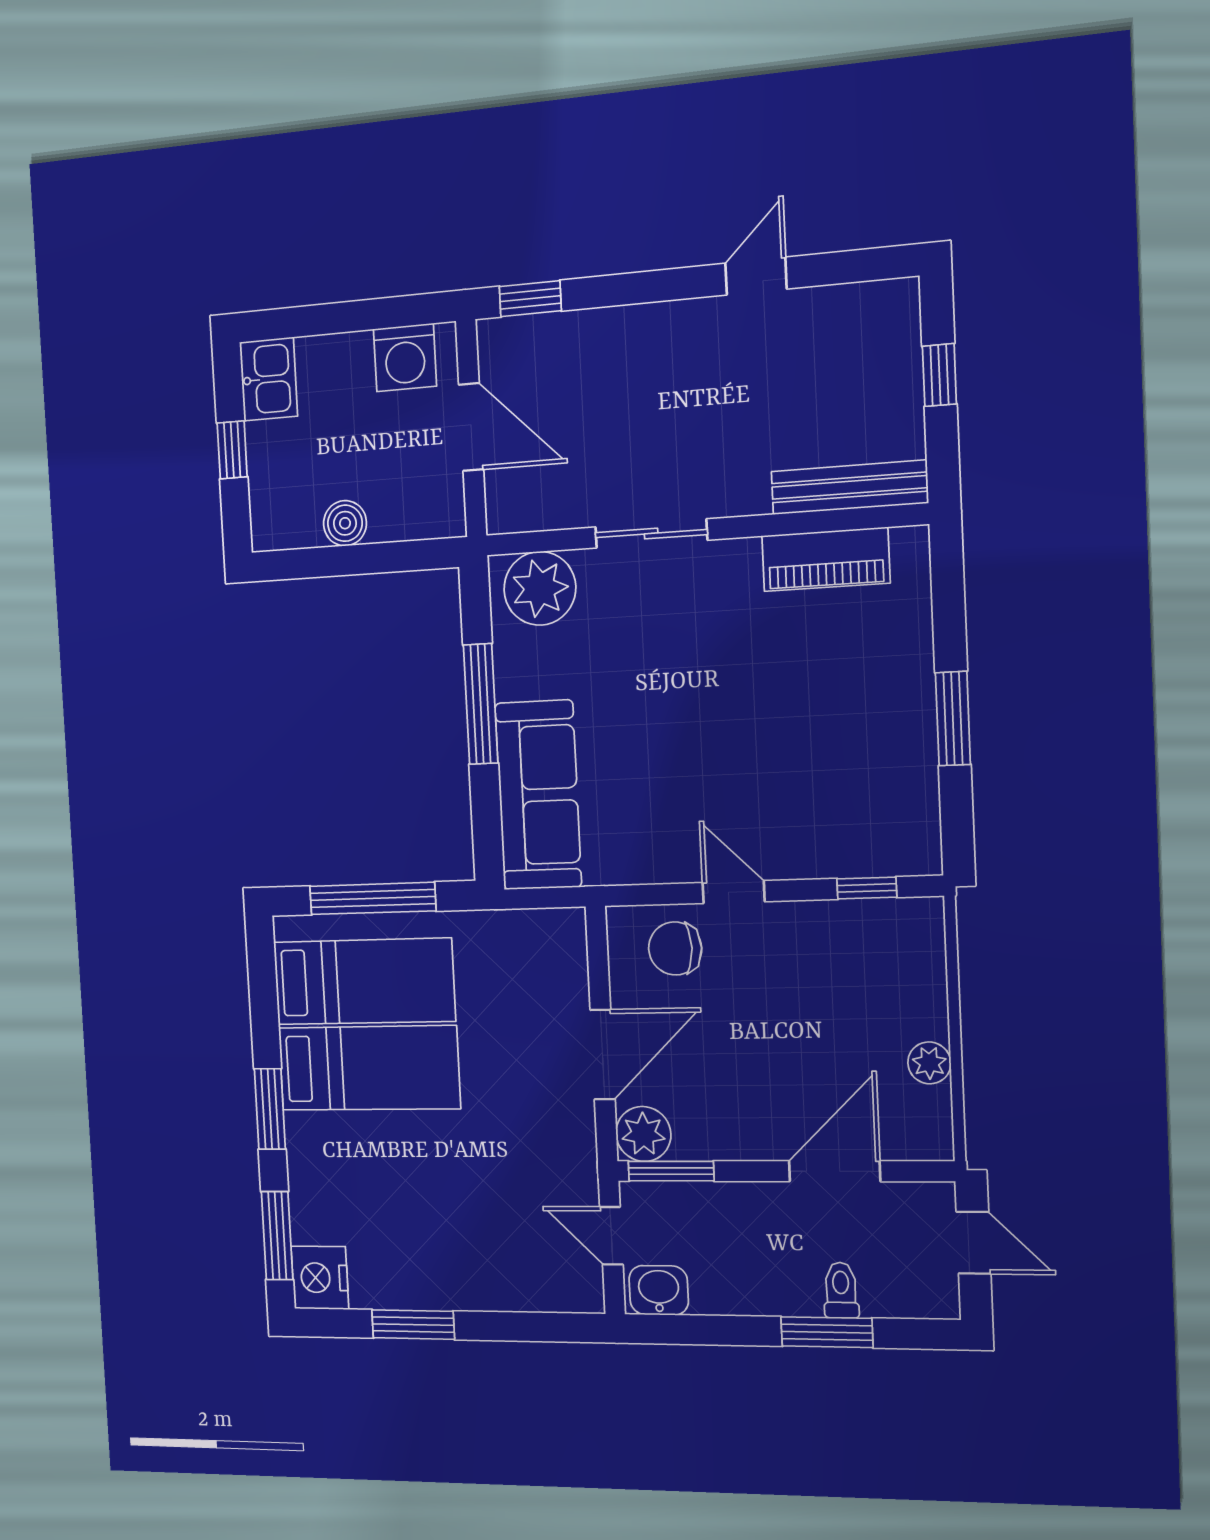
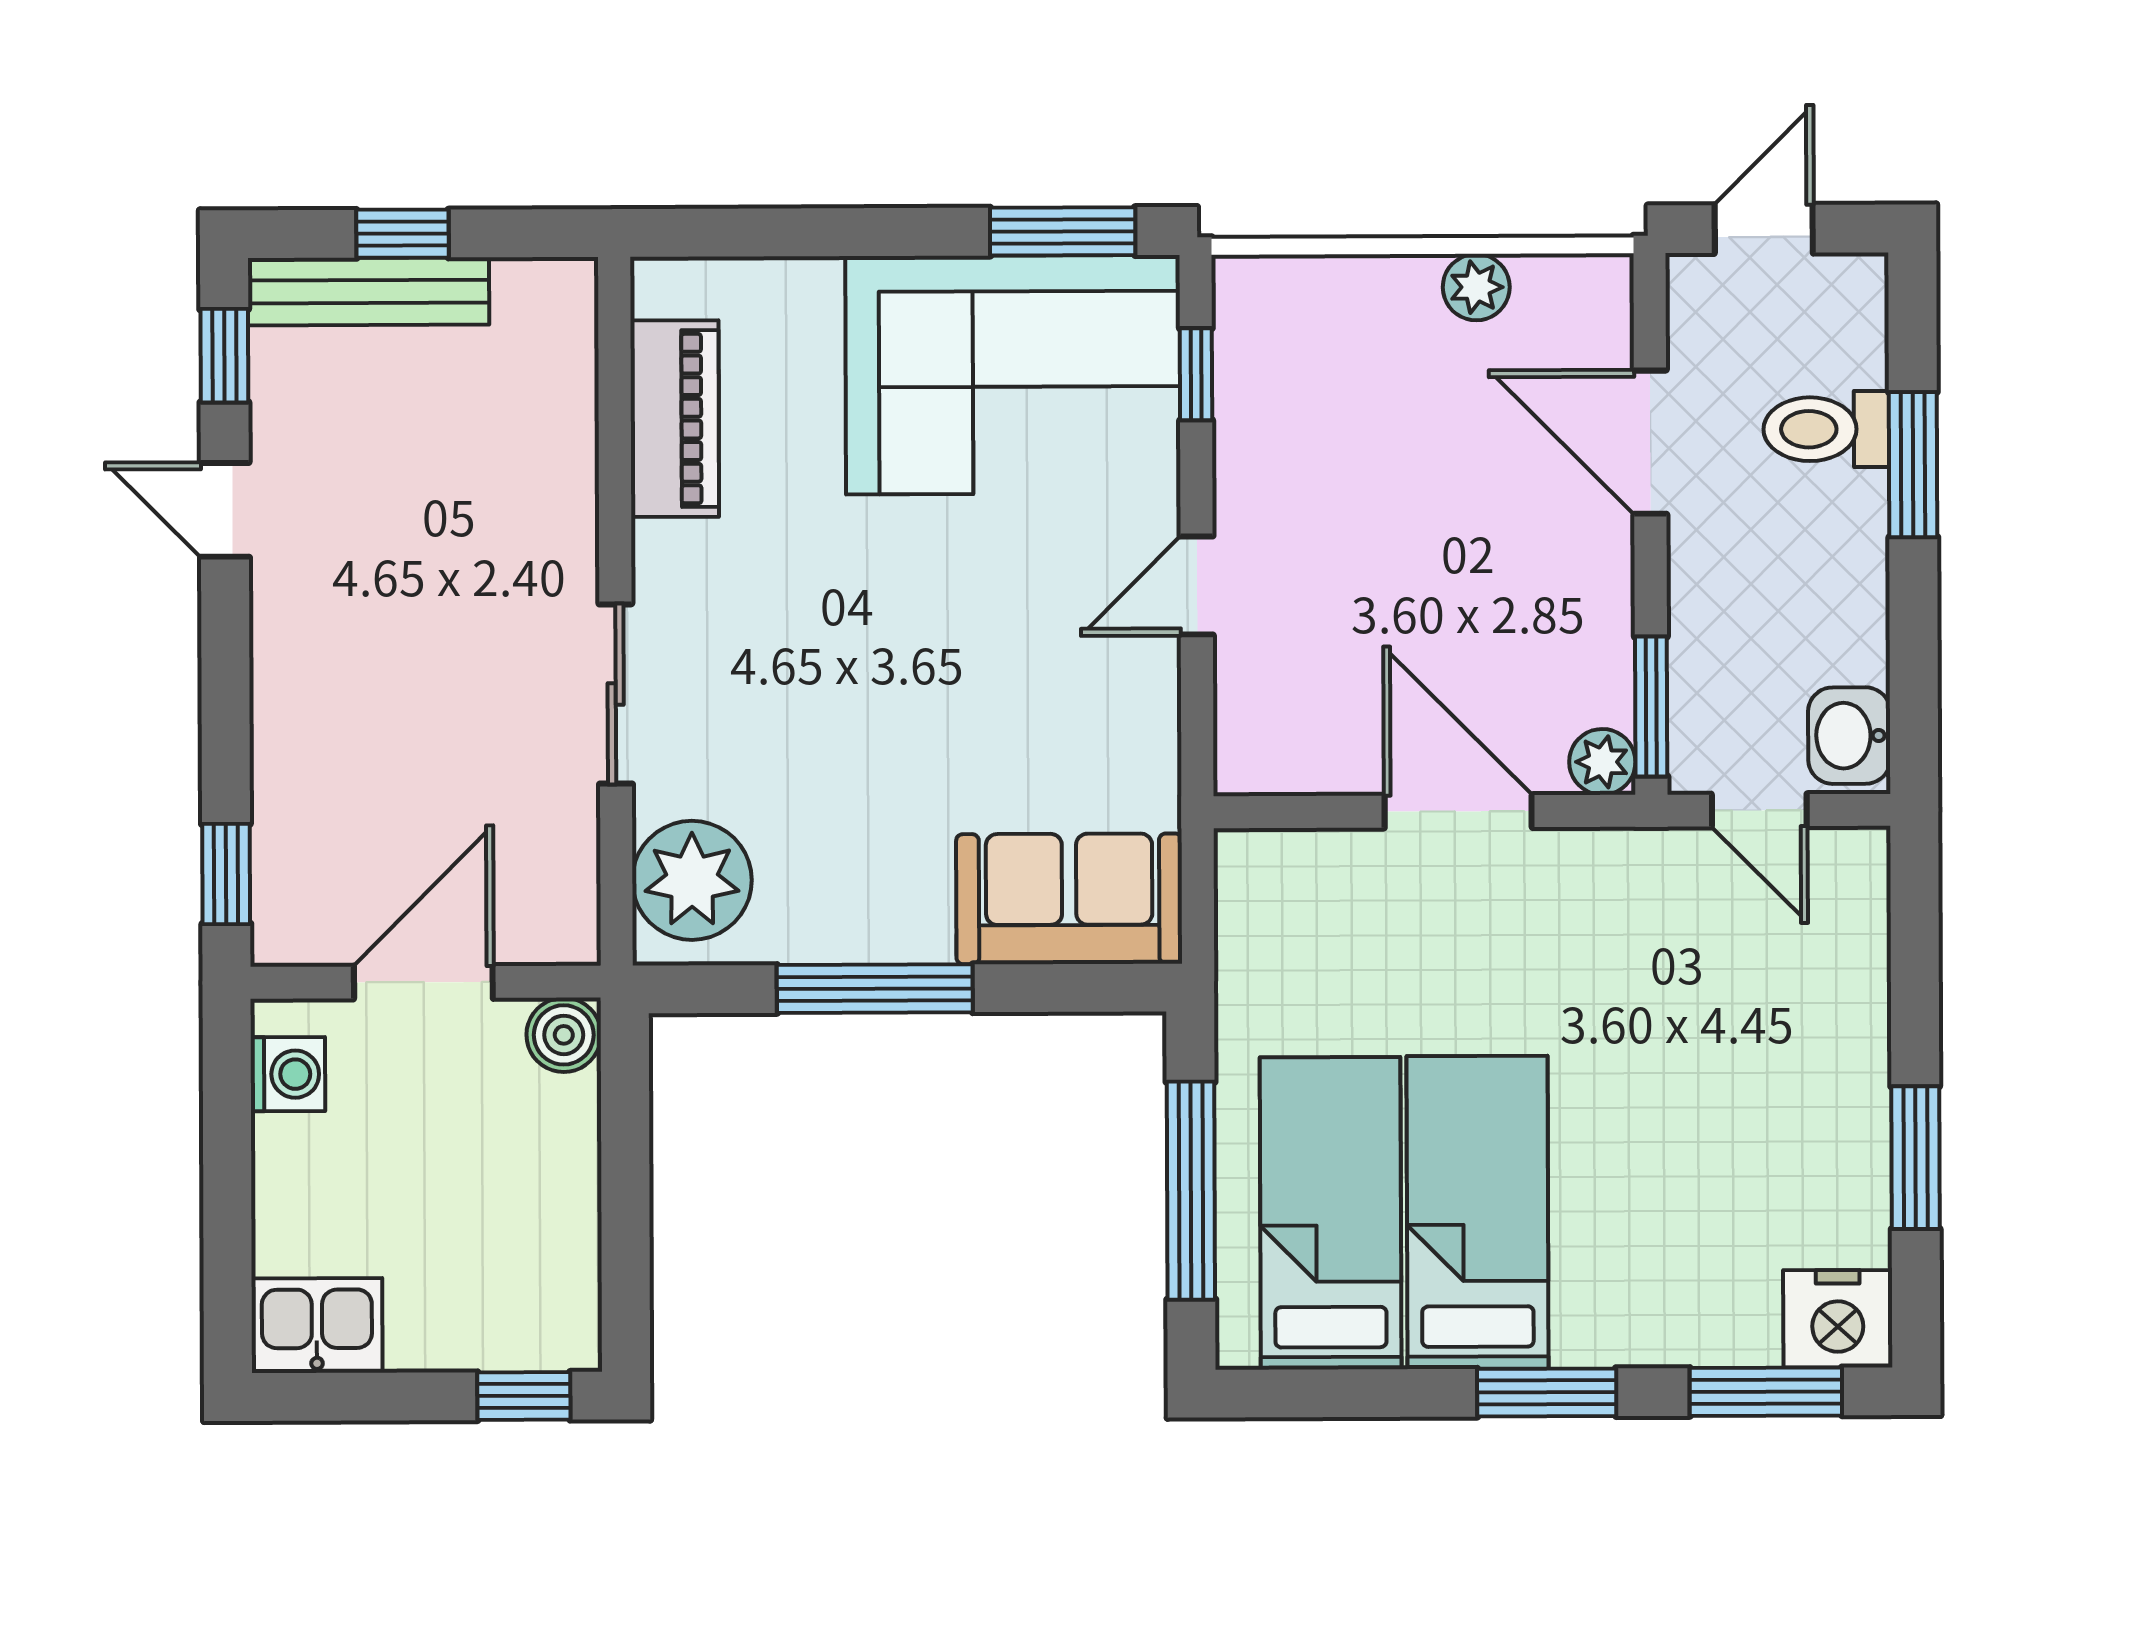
window: (855, 266) -> (224, 356), added
washing machine: (405, 358) -> (288, 1074), width x0.73, depth x0.73
window: (232, 450) -> (524, 1396), moved
bench: (849, 487) -> (368, 291), moved, turned 90
boiler: (345, 523) -> (564, 1035), moved
window: (953, 719) -> (1063, 231), moved
corner sofa: (862, 773) -> (1013, 375), added
sofa: (538, 795) -> (1069, 899), width x0.73
chair: (675, 948) -> (1286, 684), removed
plant: (643, 1134) -> (1602, 762), width x0.73, depth x0.73
door: (611, 1236) -> (1759, 810), hinge flipped
toilet: (841, 1290) -> (1826, 429), width x1.37, depth x1.39

